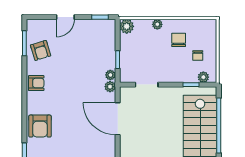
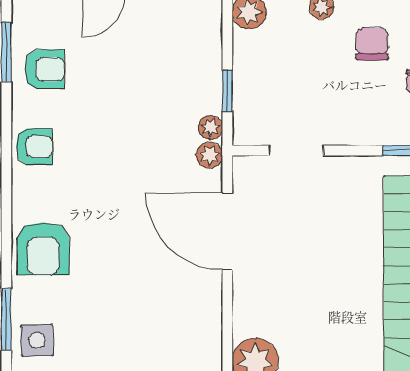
armchair: (41, 50) -> (45, 69), turned -73

